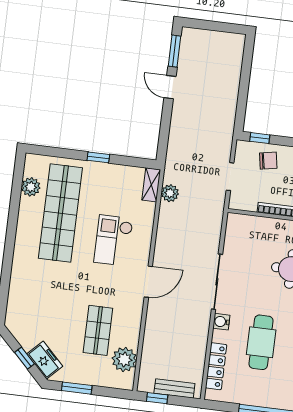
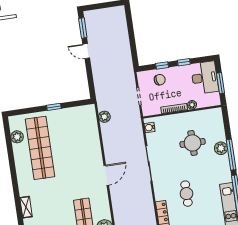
window: (260, 138) -> (162, 65), moved
shelving: (151, 185) -> (26, 207), moved
checkout: (113, 240) -> (78, 156), removed
water cooler: (221, 322) -> (150, 128), moved
cafe table: (261, 342) -> (187, 194), width x0.73, depth x0.74

